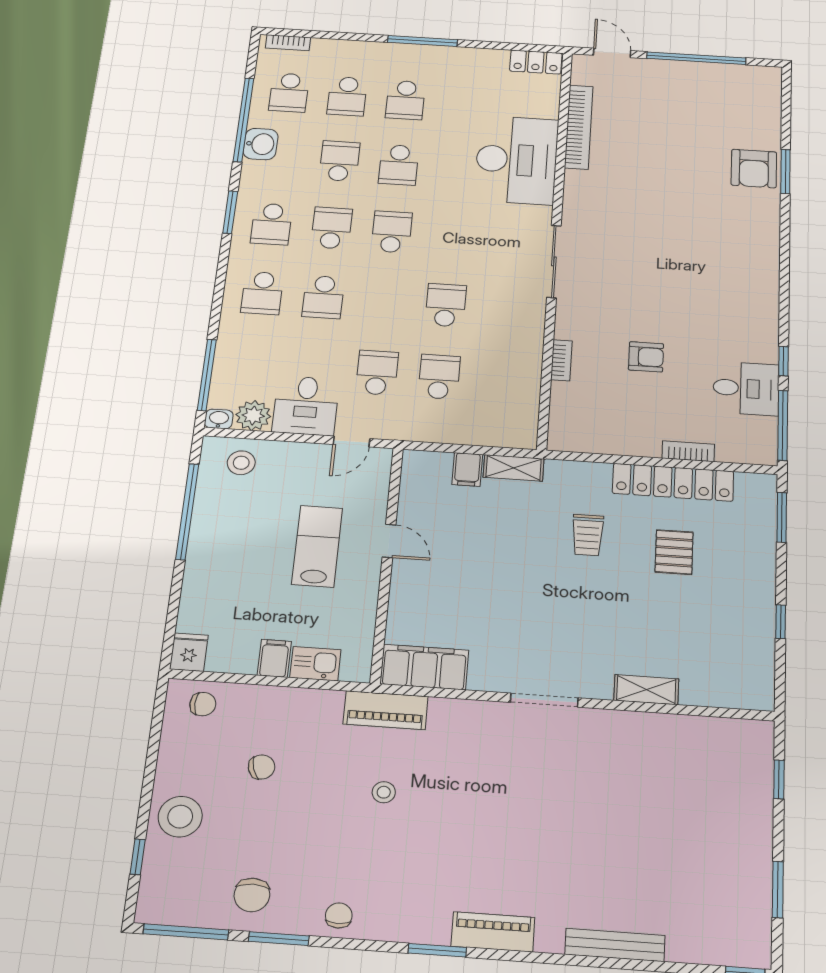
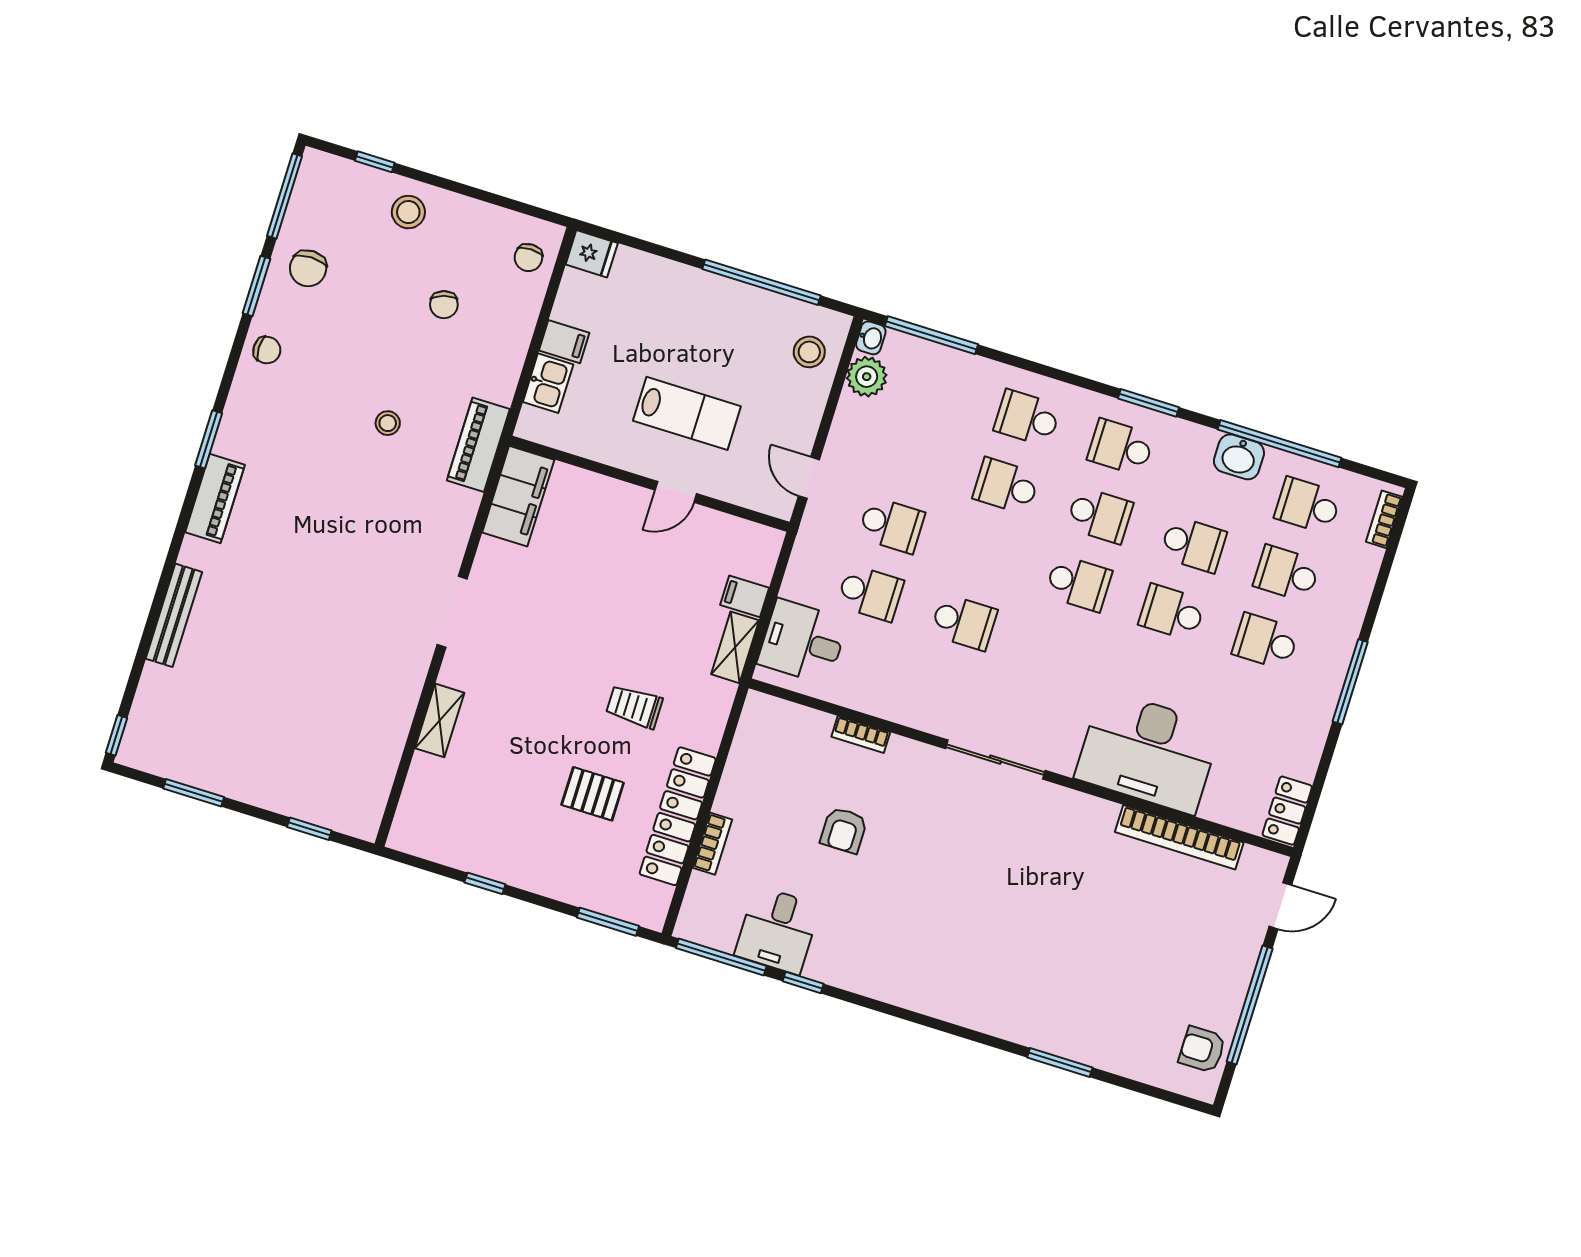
armchair: (754, 169) -> (1202, 1049), moved, width x0.72, depth x0.72
desk: (306, 406) -> (803, 642), moved
stool: (180, 817) -> (408, 212), width x0.73, depth x0.73
chair: (252, 895) -> (308, 268), turned -90

